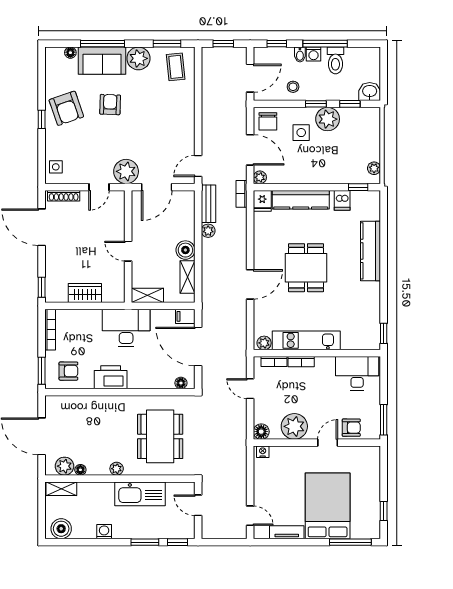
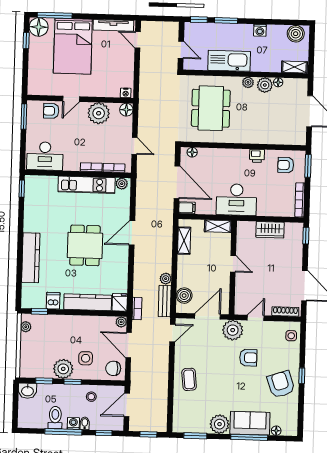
coffee table: (176, 67) -> (189, 379), moved
armchair: (110, 105) -> (248, 358), moved, turned -92
chair: (268, 121) -> (113, 368), turned -90
boiler: (185, 250) -> (184, 296), moved
printer: (111, 377) -> (257, 156), width x0.53, depth x0.68
plant: (64, 466) -> (265, 85), moved
floor lamp: (369, 528) -> (39, 27), added
tv unit: (287, 532) -> (113, 25), width x1.41

